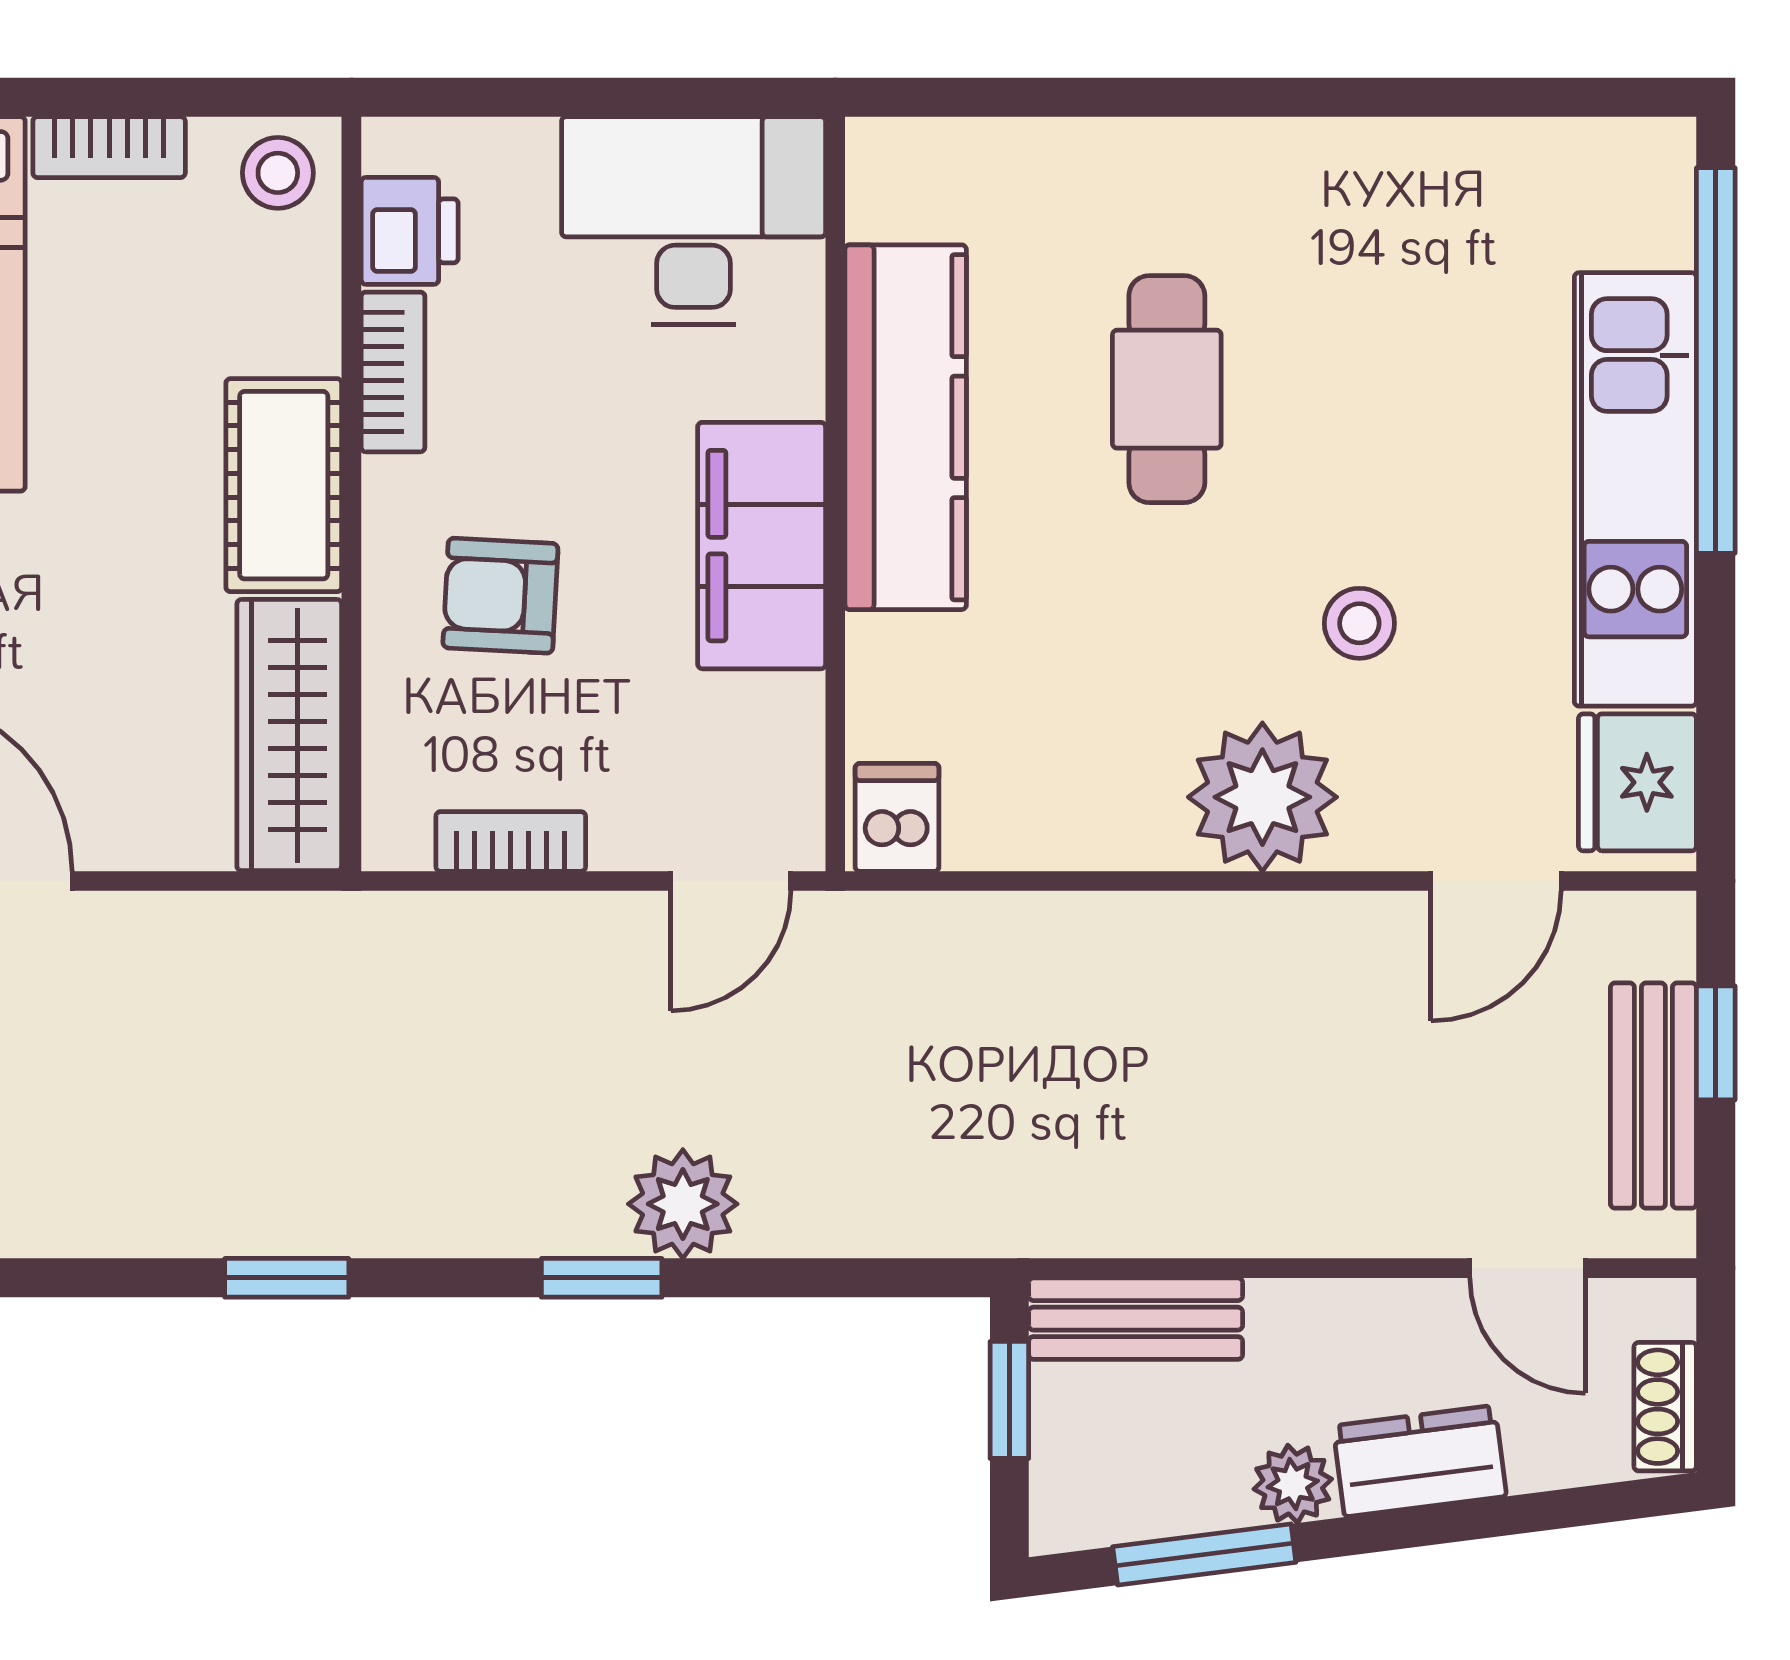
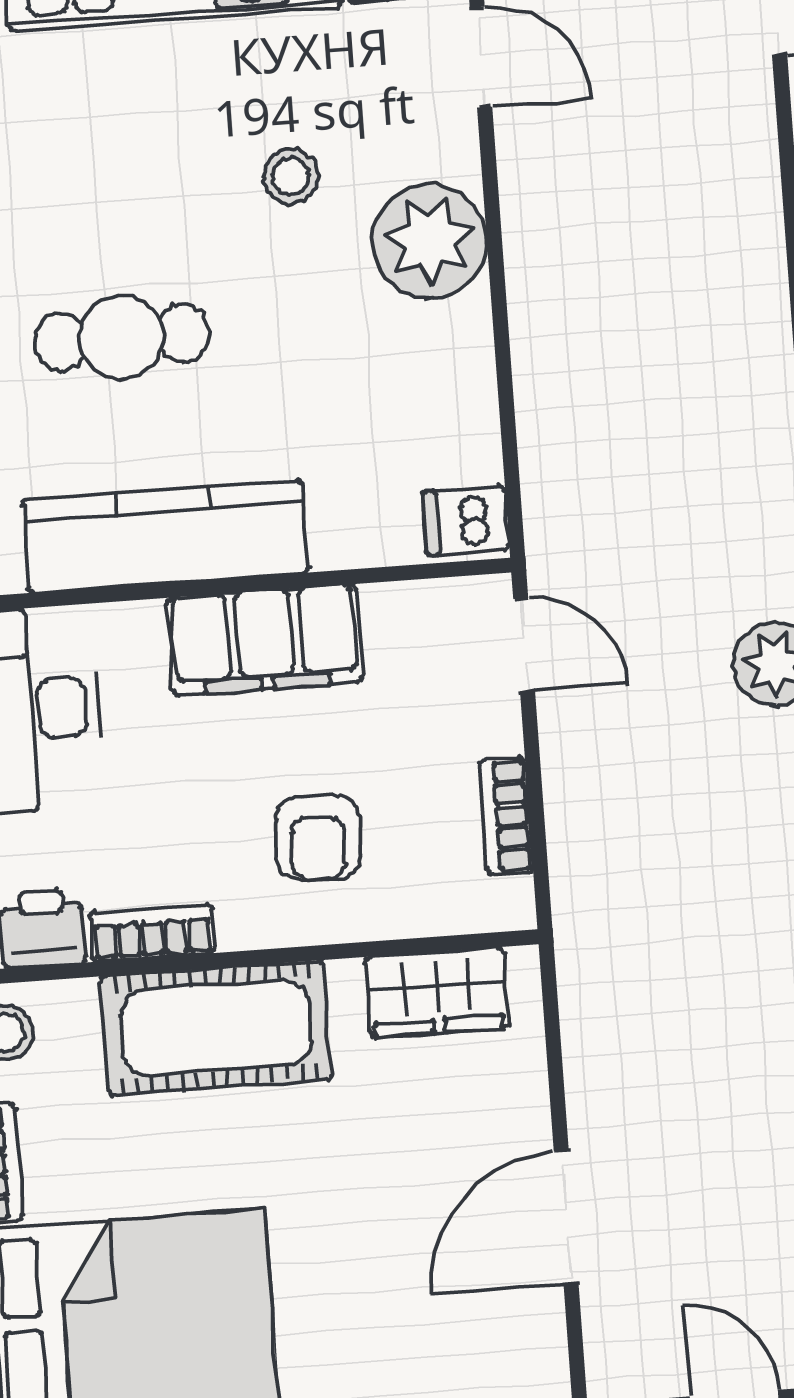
cot: (284, 485) -> (216, 1028), width x1.37, depth x1.34
wardrobe: (289, 735) -> (437, 992), width x0.67

